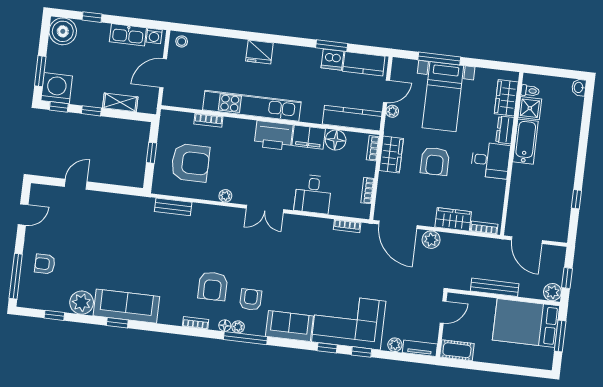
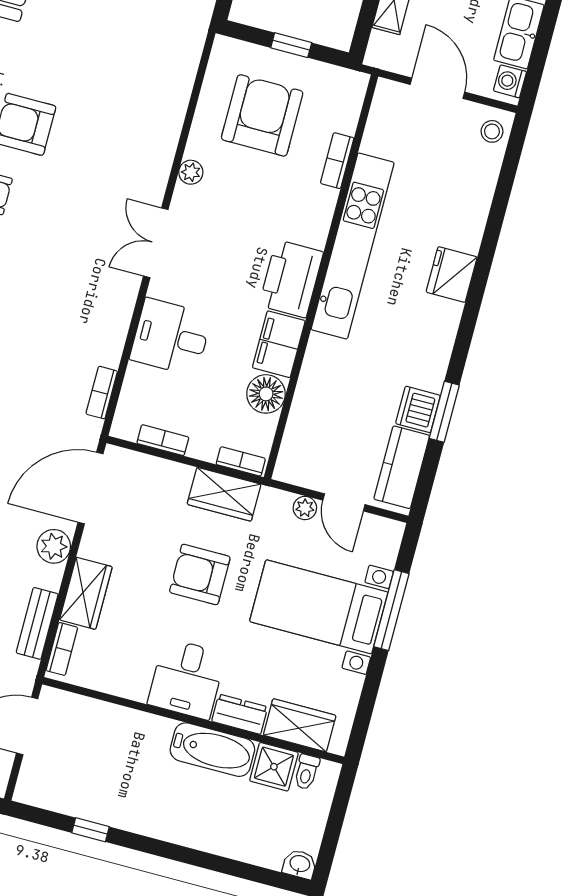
kitchen counter: (352, 118) -> (303, 431), removed
armchair: (190, 163) -> (262, 115), turned 180
bench: (173, 207) -> (37, 623), moved

